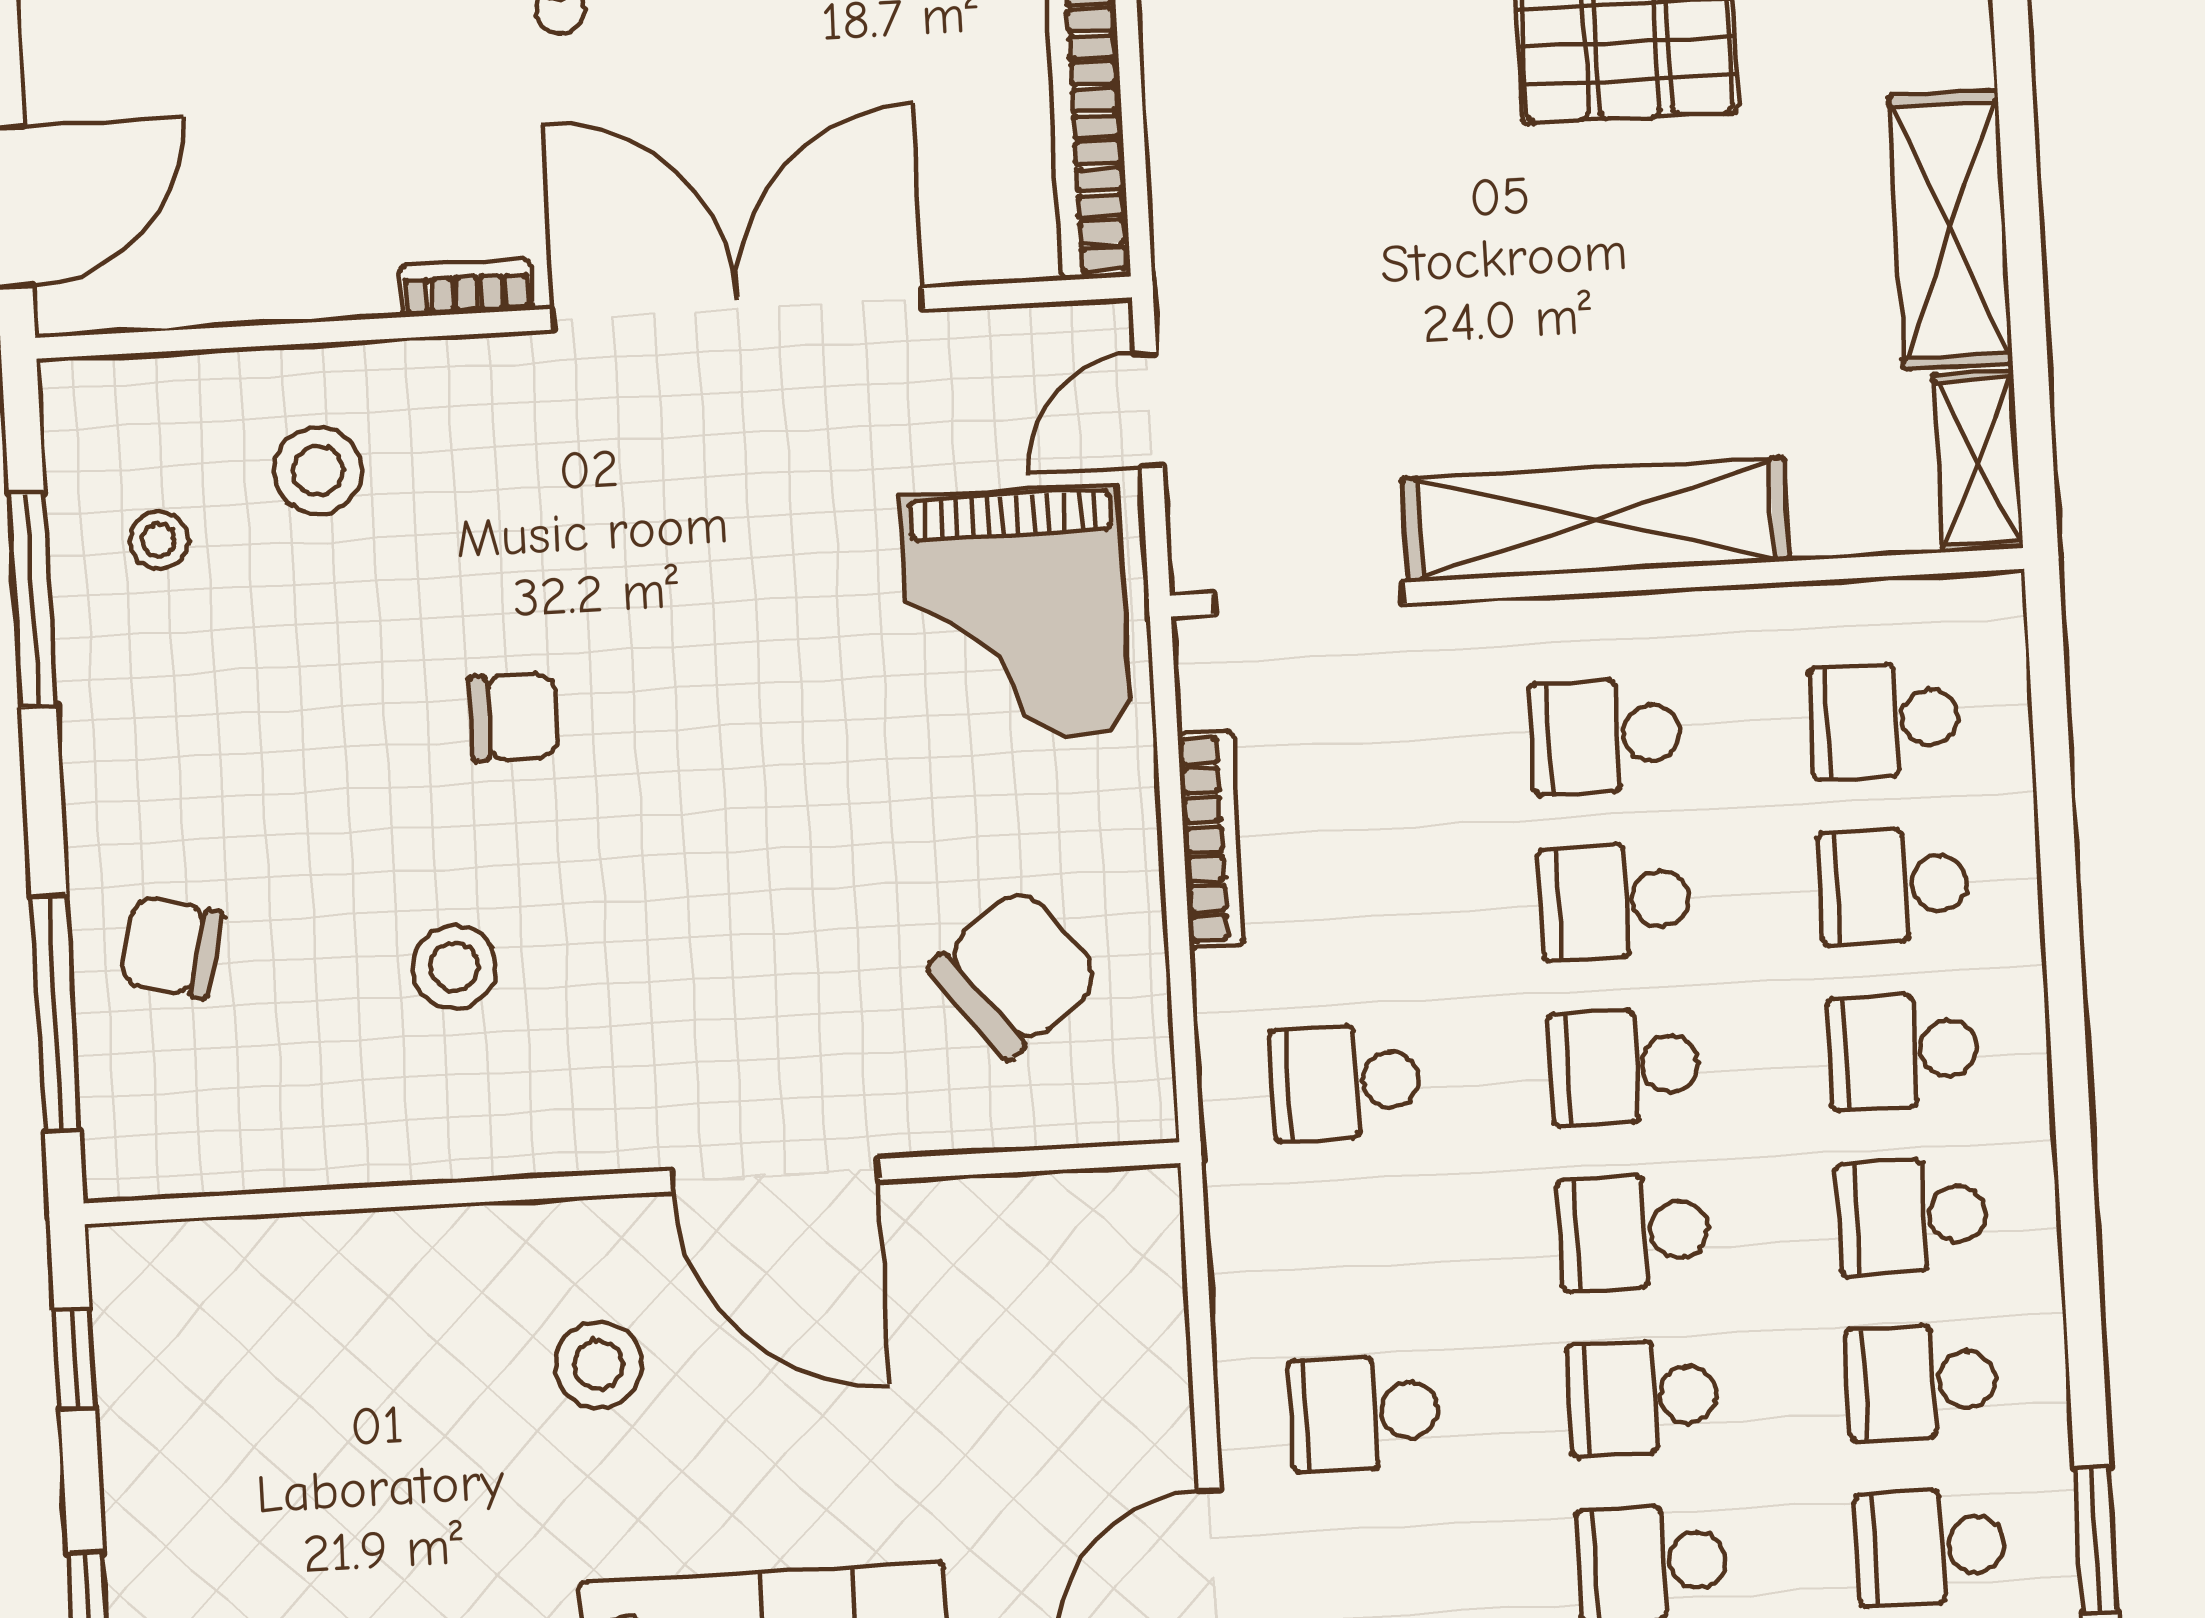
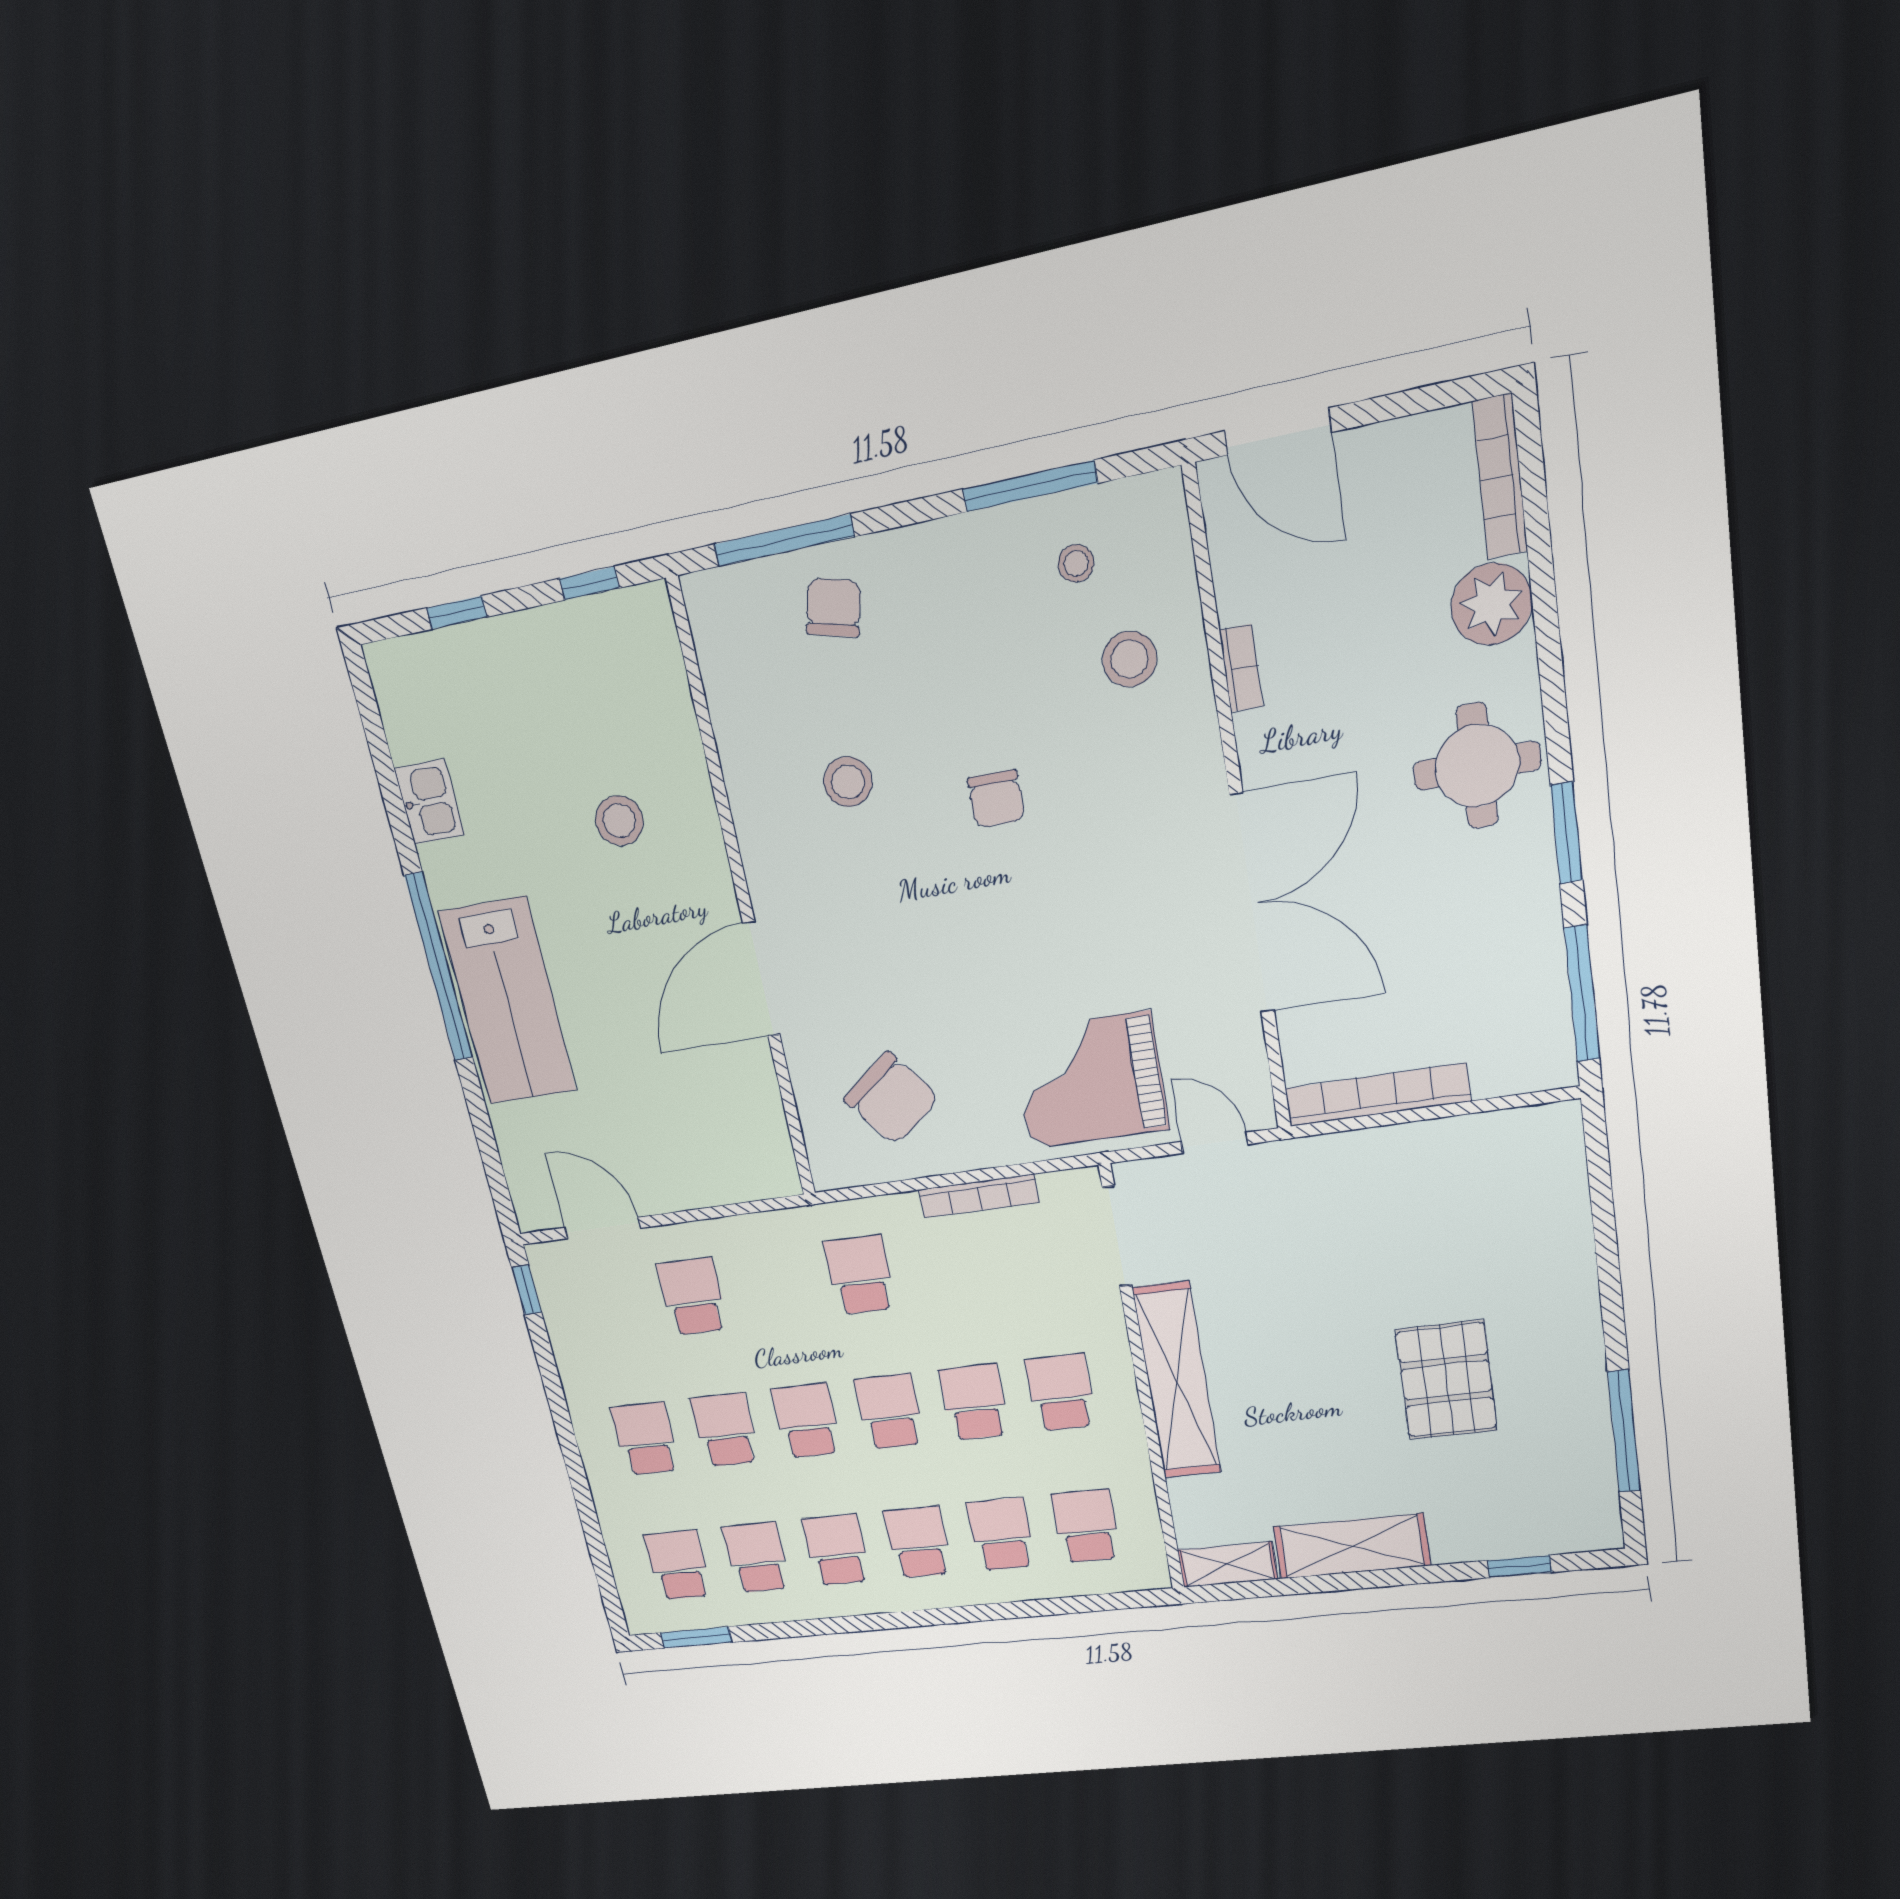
bookcase: (467, 288) -> (1241, 668), moved
stool: (598, 1365) -> (619, 821), moved

